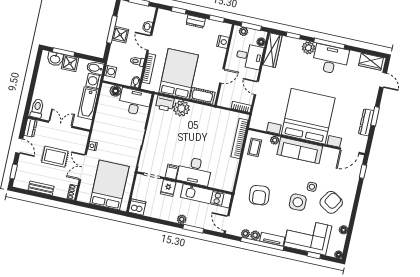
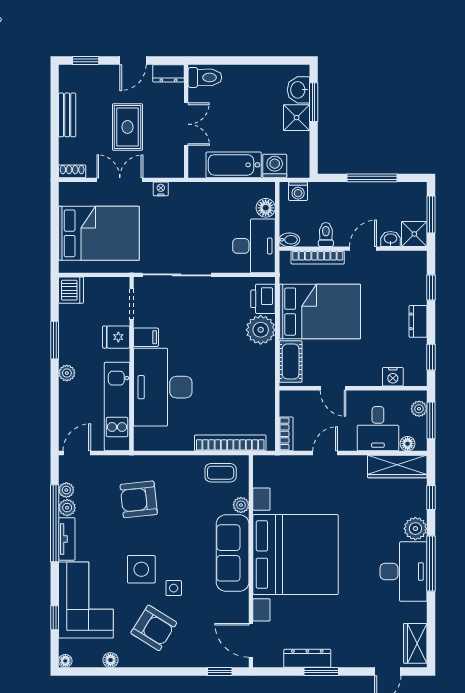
shower: (120, 35) -> (414, 234), moved
bidet: (95, 68) -> (298, 163), removed
desk: (194, 171) -> (163, 387), width x1.36, depth x1.30
window: (193, 229) -> (55, 340), moved

